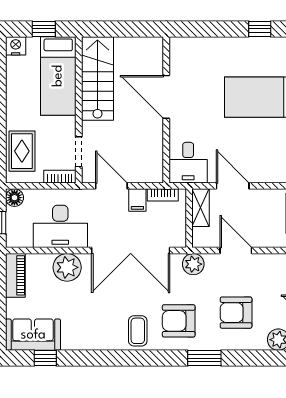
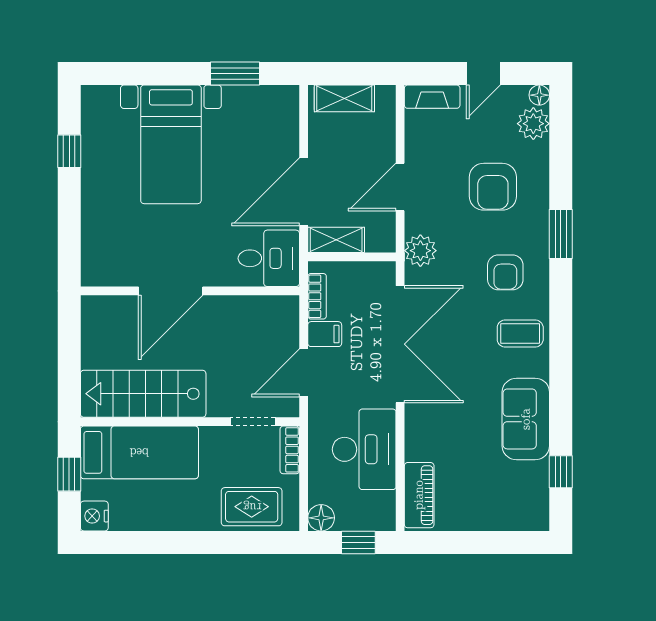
door: (233, 186) -> (304, 192), width x1.36
plant: (67, 267) -> (425, 439), removed
piano: (15, 275) -> (419, 495), moved, turned 90
armchair: (179, 321) -> (505, 272), width x0.72, depth x0.72
sofa: (33, 335) -> (526, 419), moved

